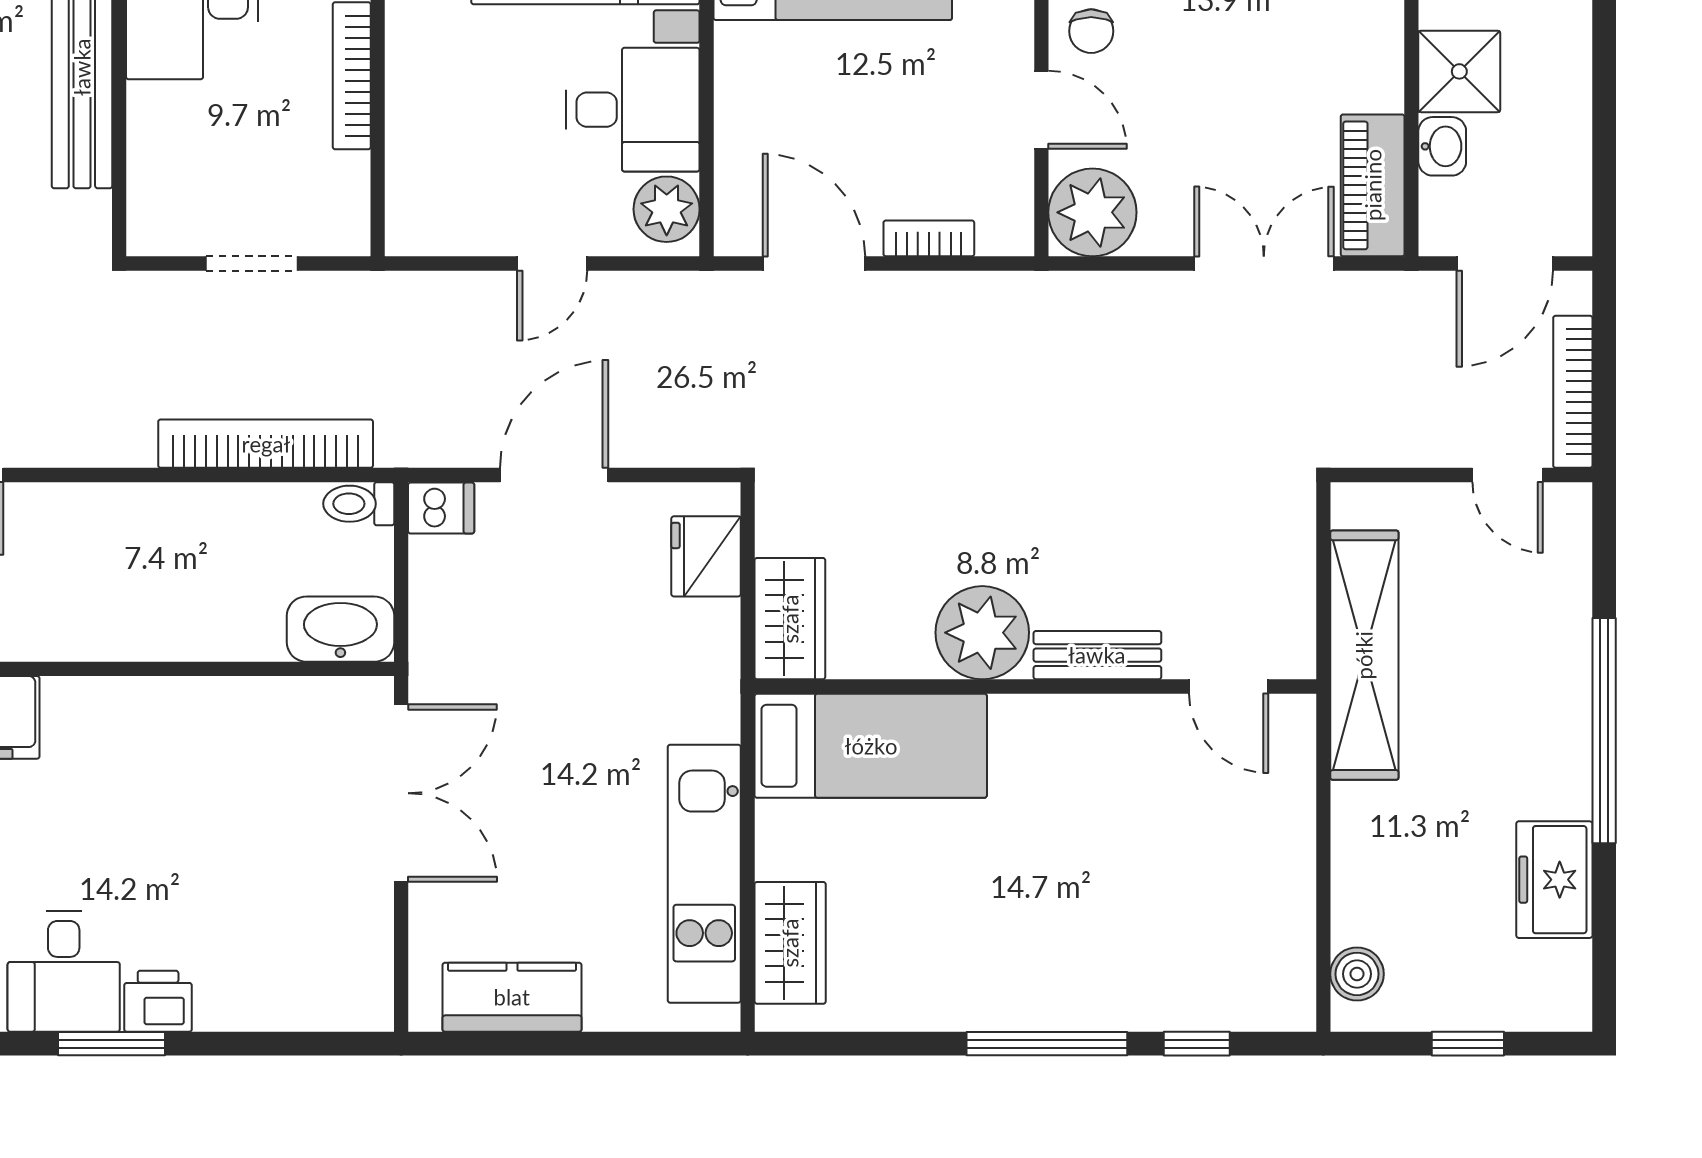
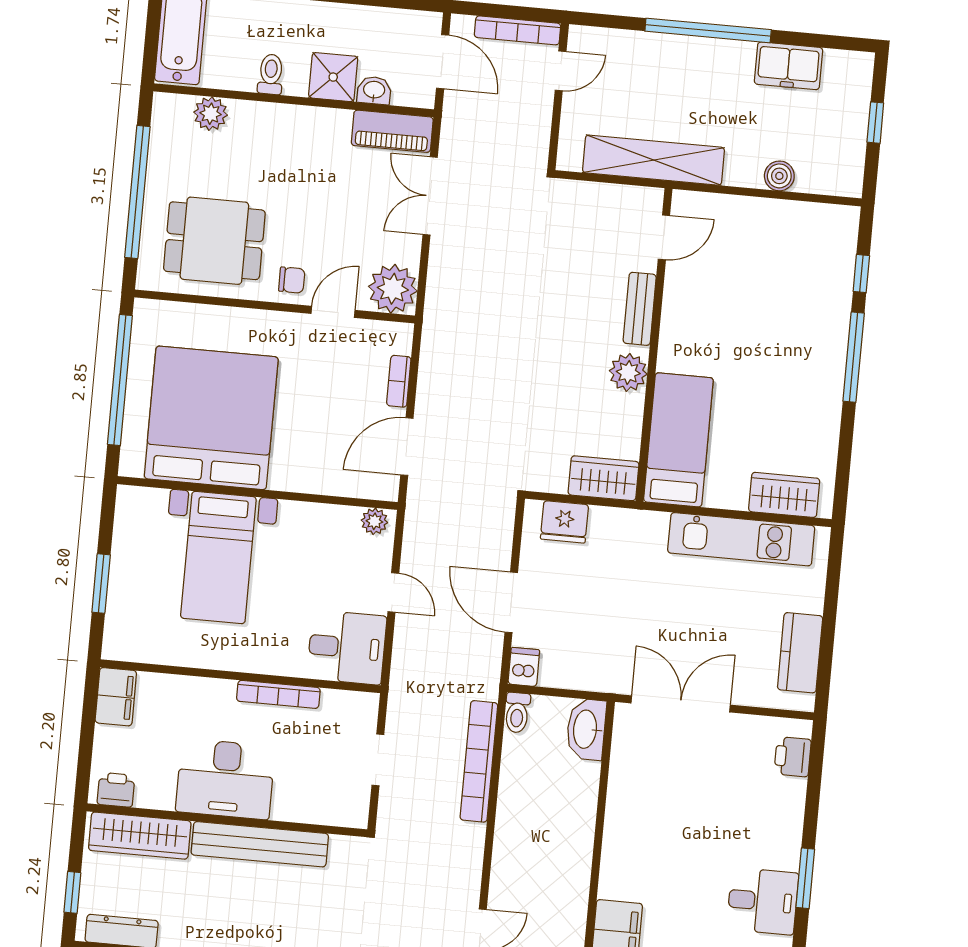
desk: (633, 110) -> (347, 647), moved, turned 90
plant: (667, 209) -> (374, 521), width x0.73, depth x0.73
plant: (982, 633) -> (628, 372), width x0.73, depth x0.73
boiler: (1357, 974) -> (779, 176), moved
printer: (158, 1001) -> (793, 757), moved

